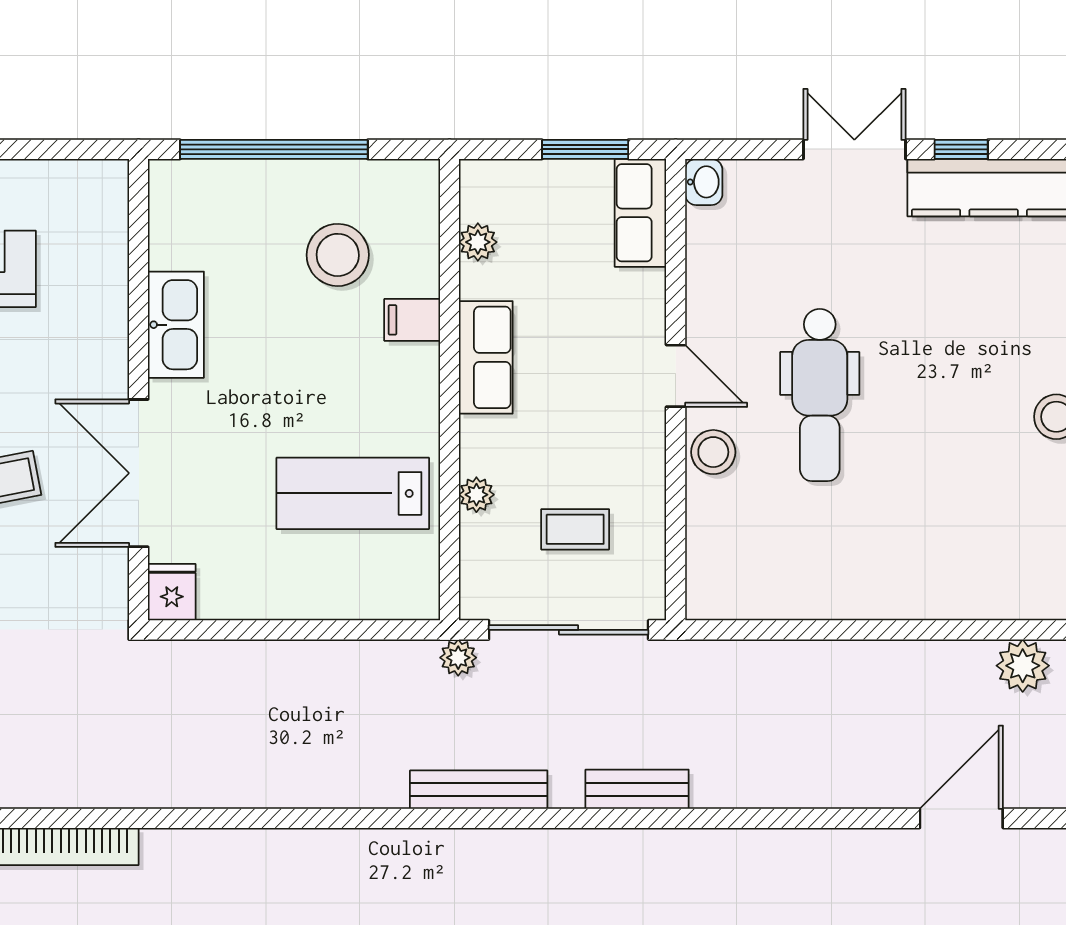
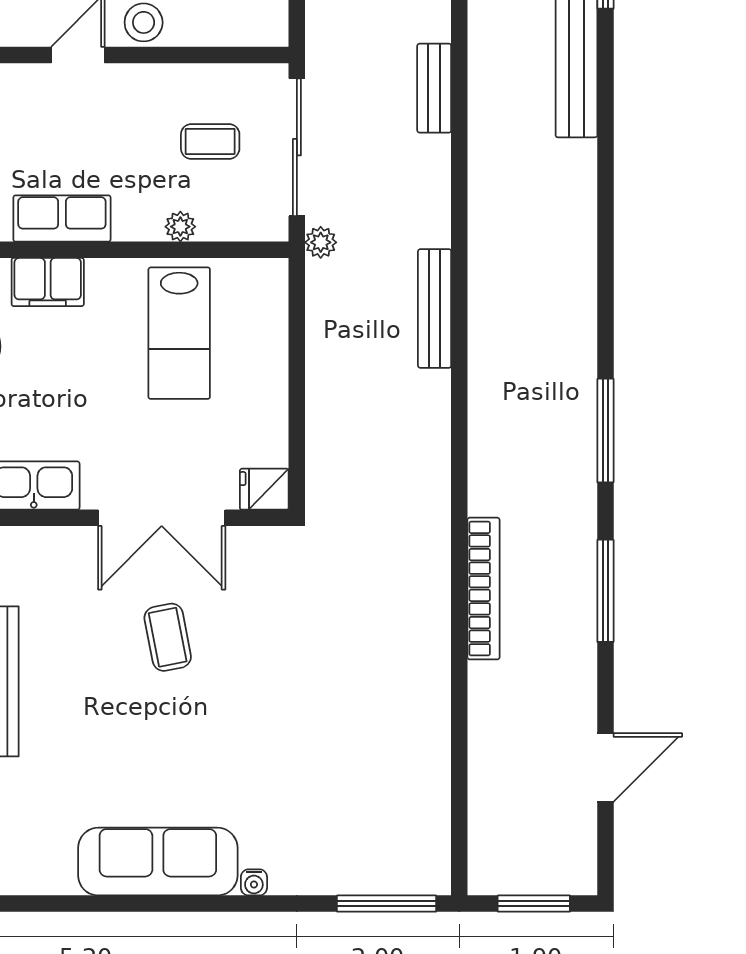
filing cabinet: (412, 320) -> (48, 282), width x2.00
coffee table: (575, 529) -> (210, 141), turned 90
bench: (479, 790) -> (435, 308), moved

